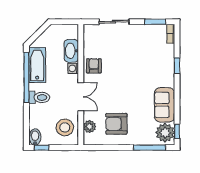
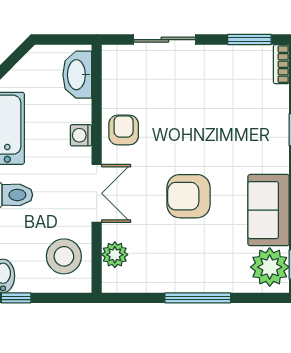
washbasin: (71, 51) -> (77, 75), moved
armchair: (116, 124) -> (188, 196), moved
window: (150, 148) -> (198, 298), moved

